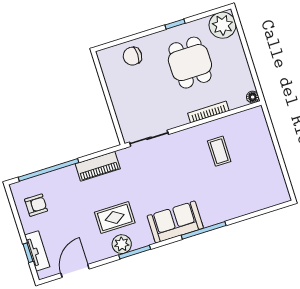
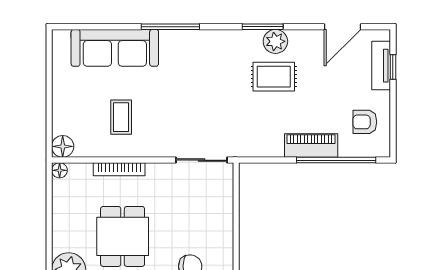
floor lamp: (256, 116) -> (63, 146), added
piano: (98, 166) -> (311, 146), moved
sofa: (175, 222) -> (115, 48), moved, width x1.36

